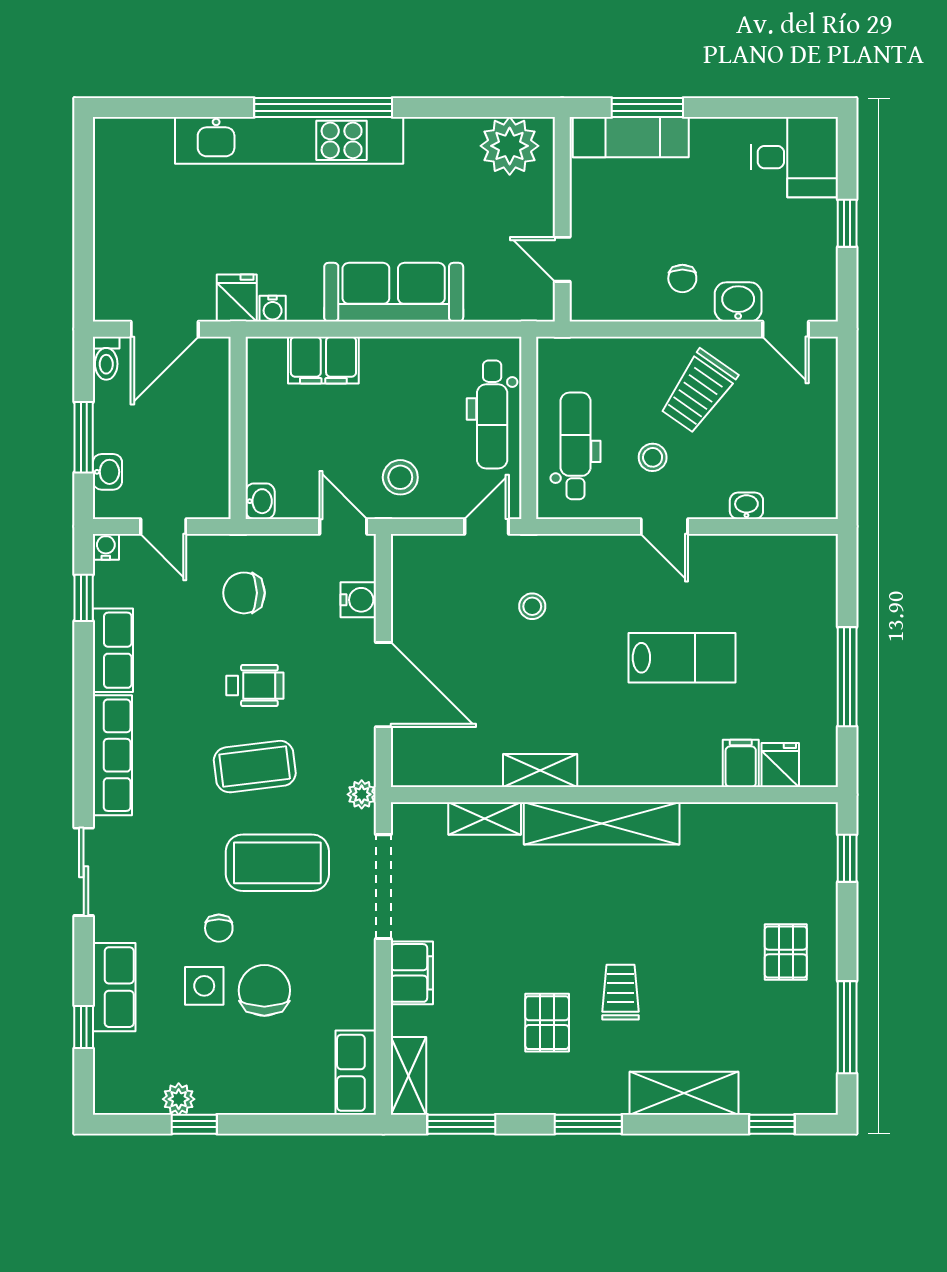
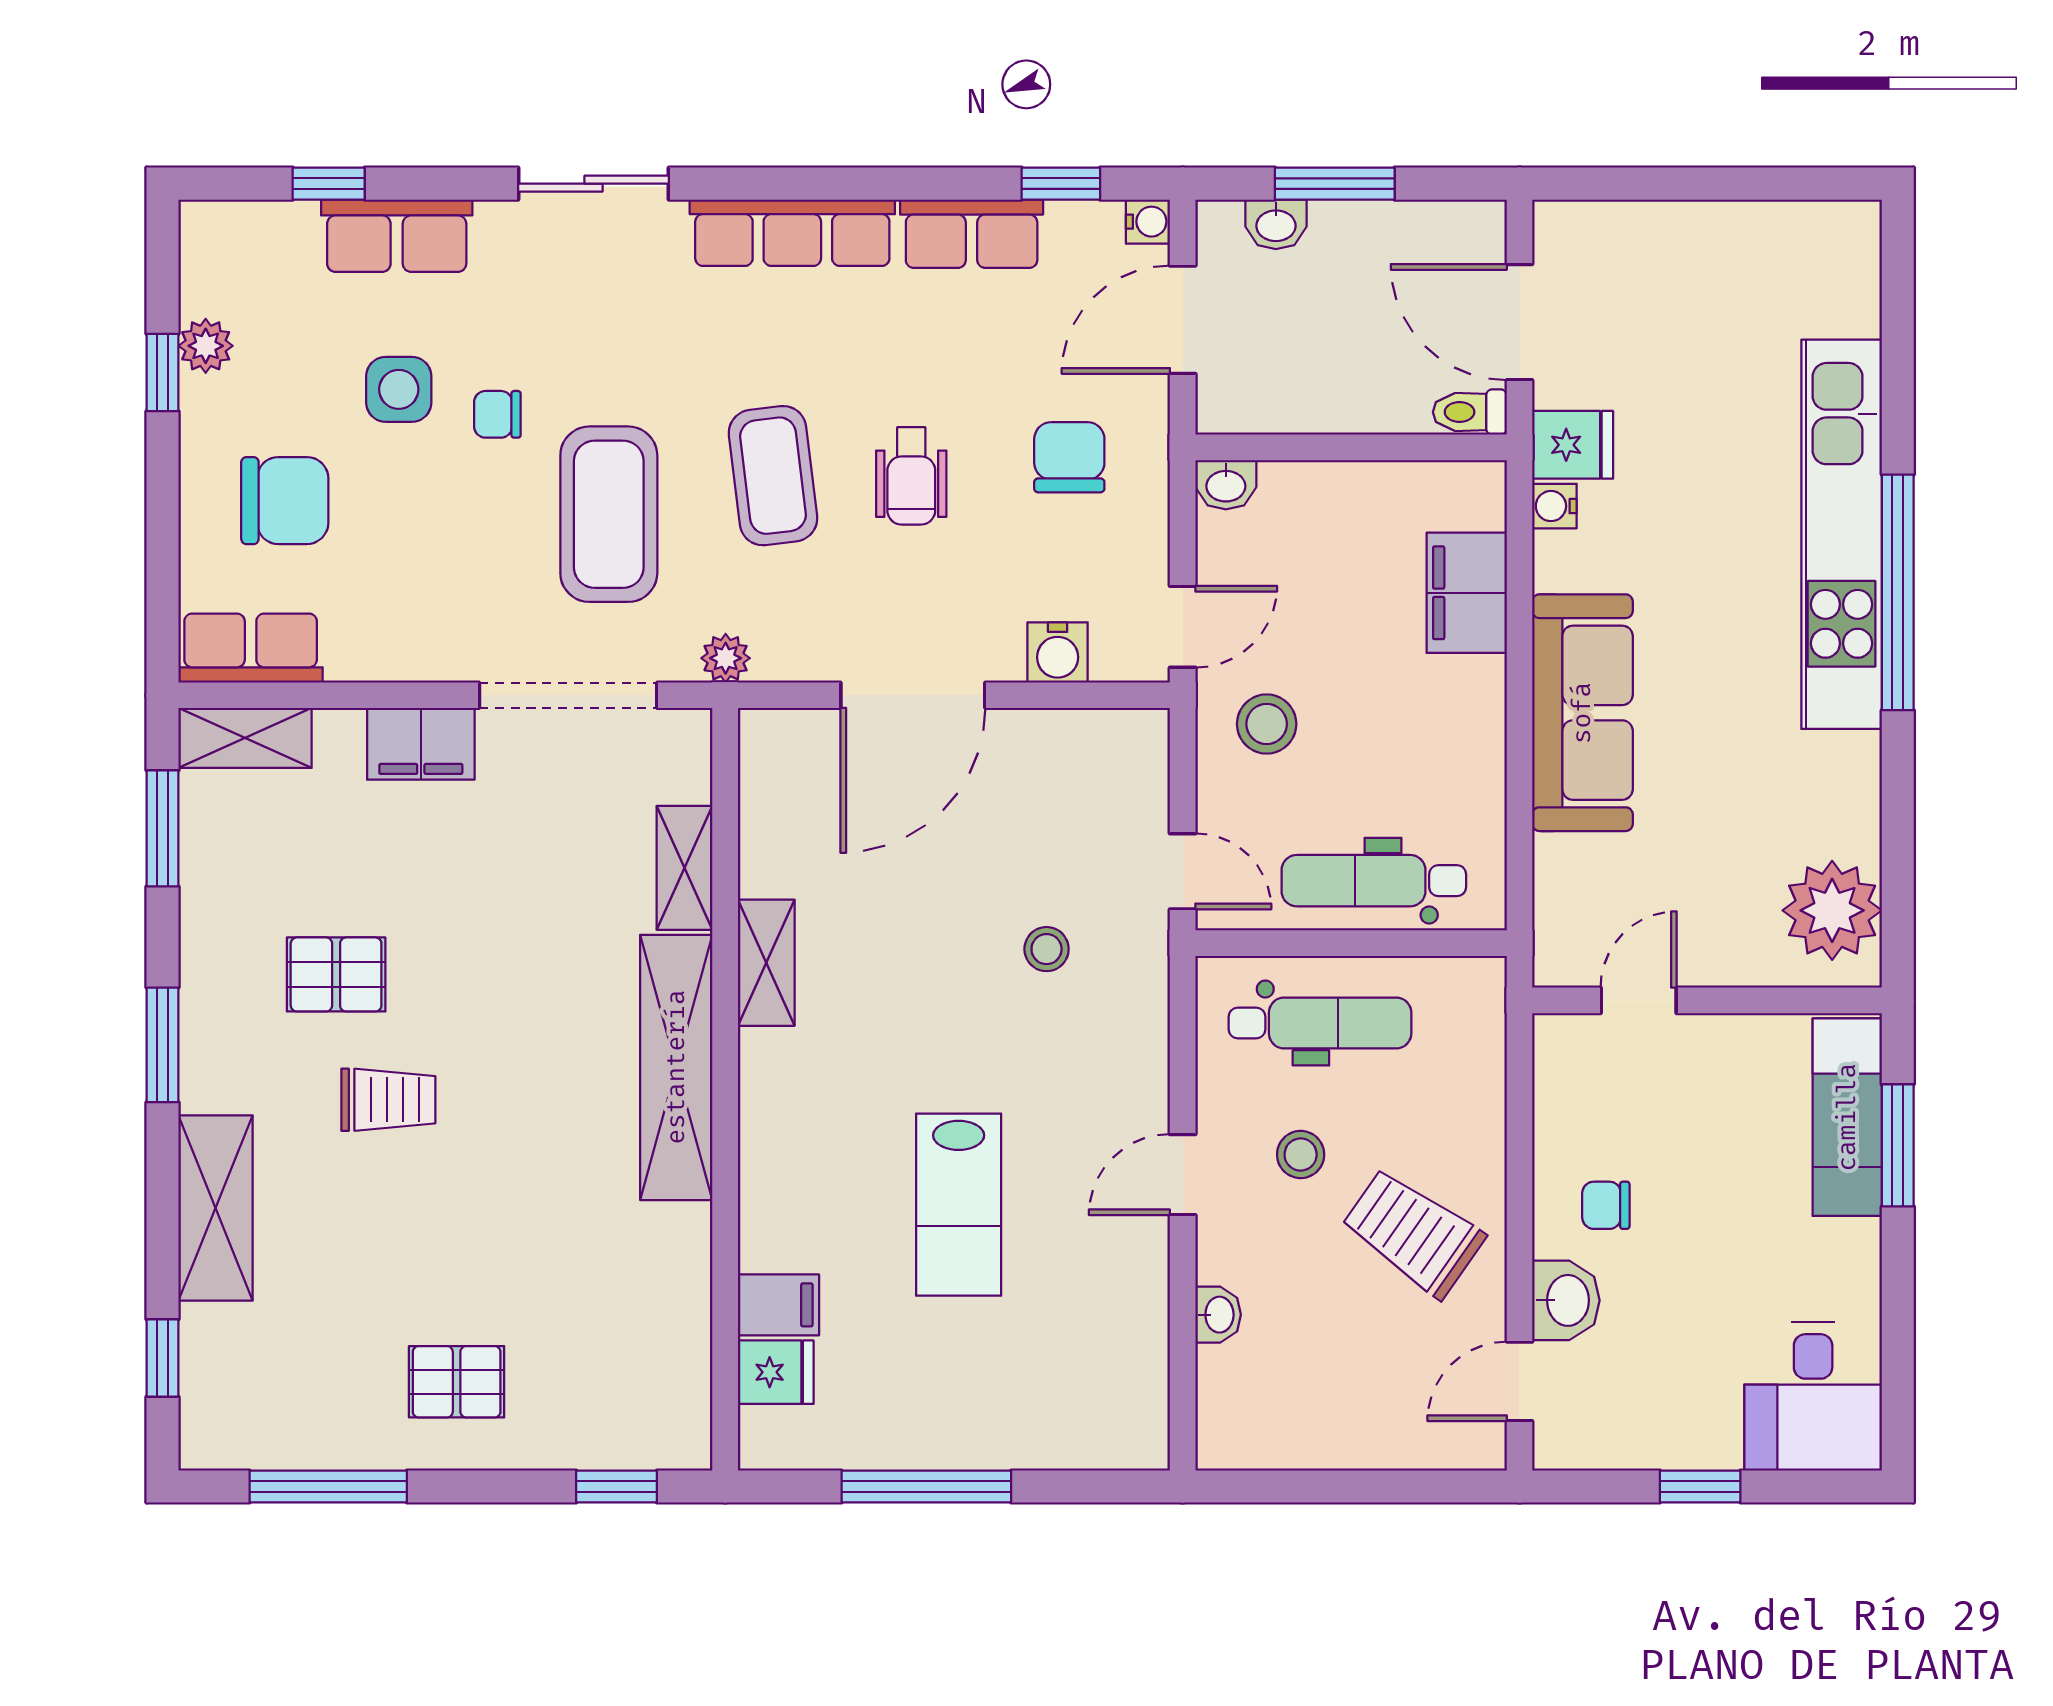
toilet: (106, 358) -> (1470, 412), moved
door: (163, 526) -> (1183, 320), width x1.38
chair: (264, 990) -> (285, 501), moved

